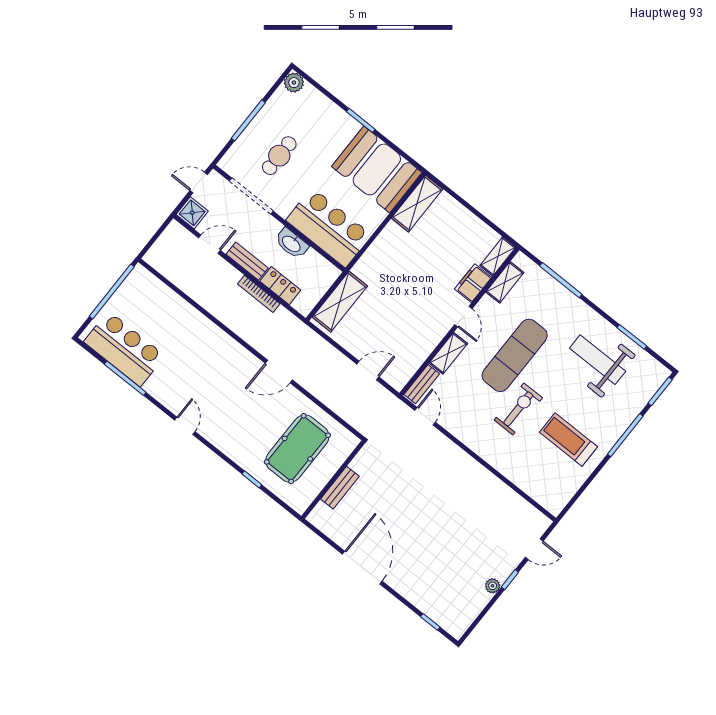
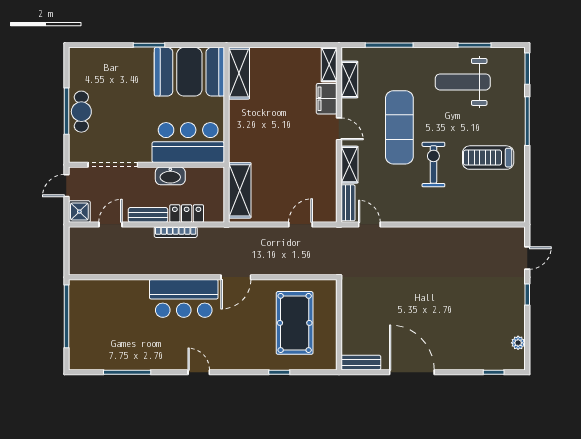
plant: (294, 83) -> (78, 56), removed
cafe table: (279, 156) -> (81, 112), moved
bar counter: (124, 349) -> (184, 298), moved, turned 180
bench: (340, 488) -> (361, 363), moved, turned 90
plant: (493, 586) -> (518, 343), moved

